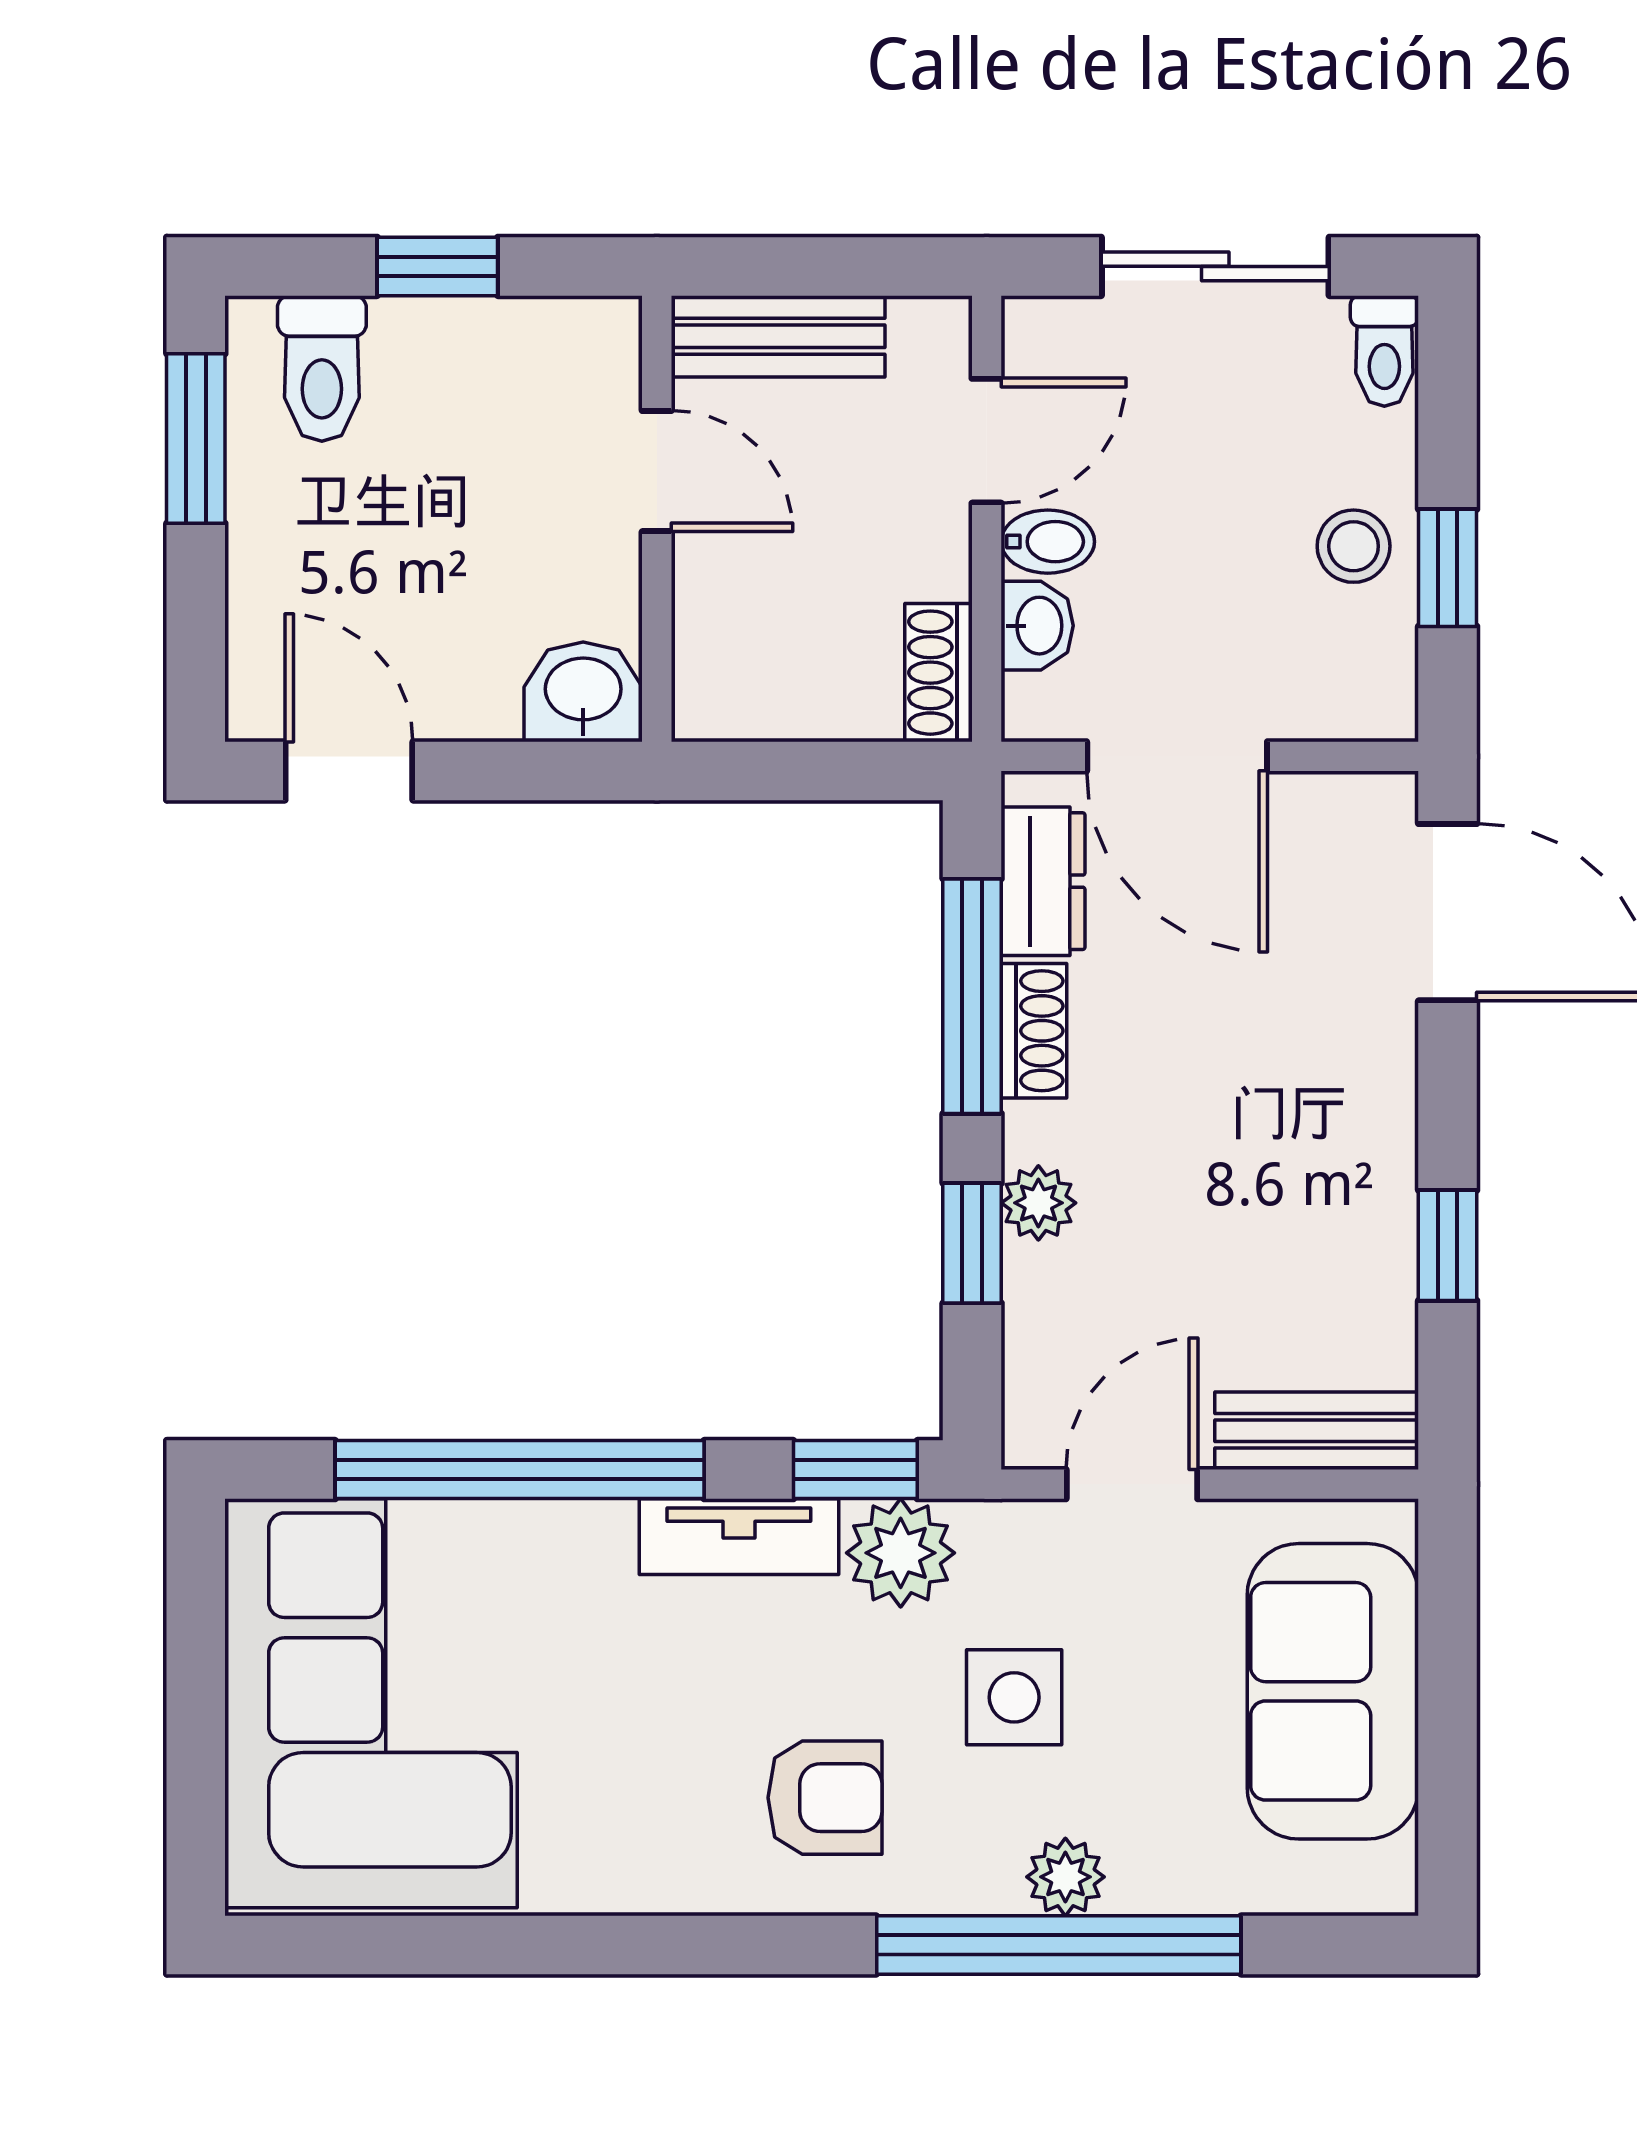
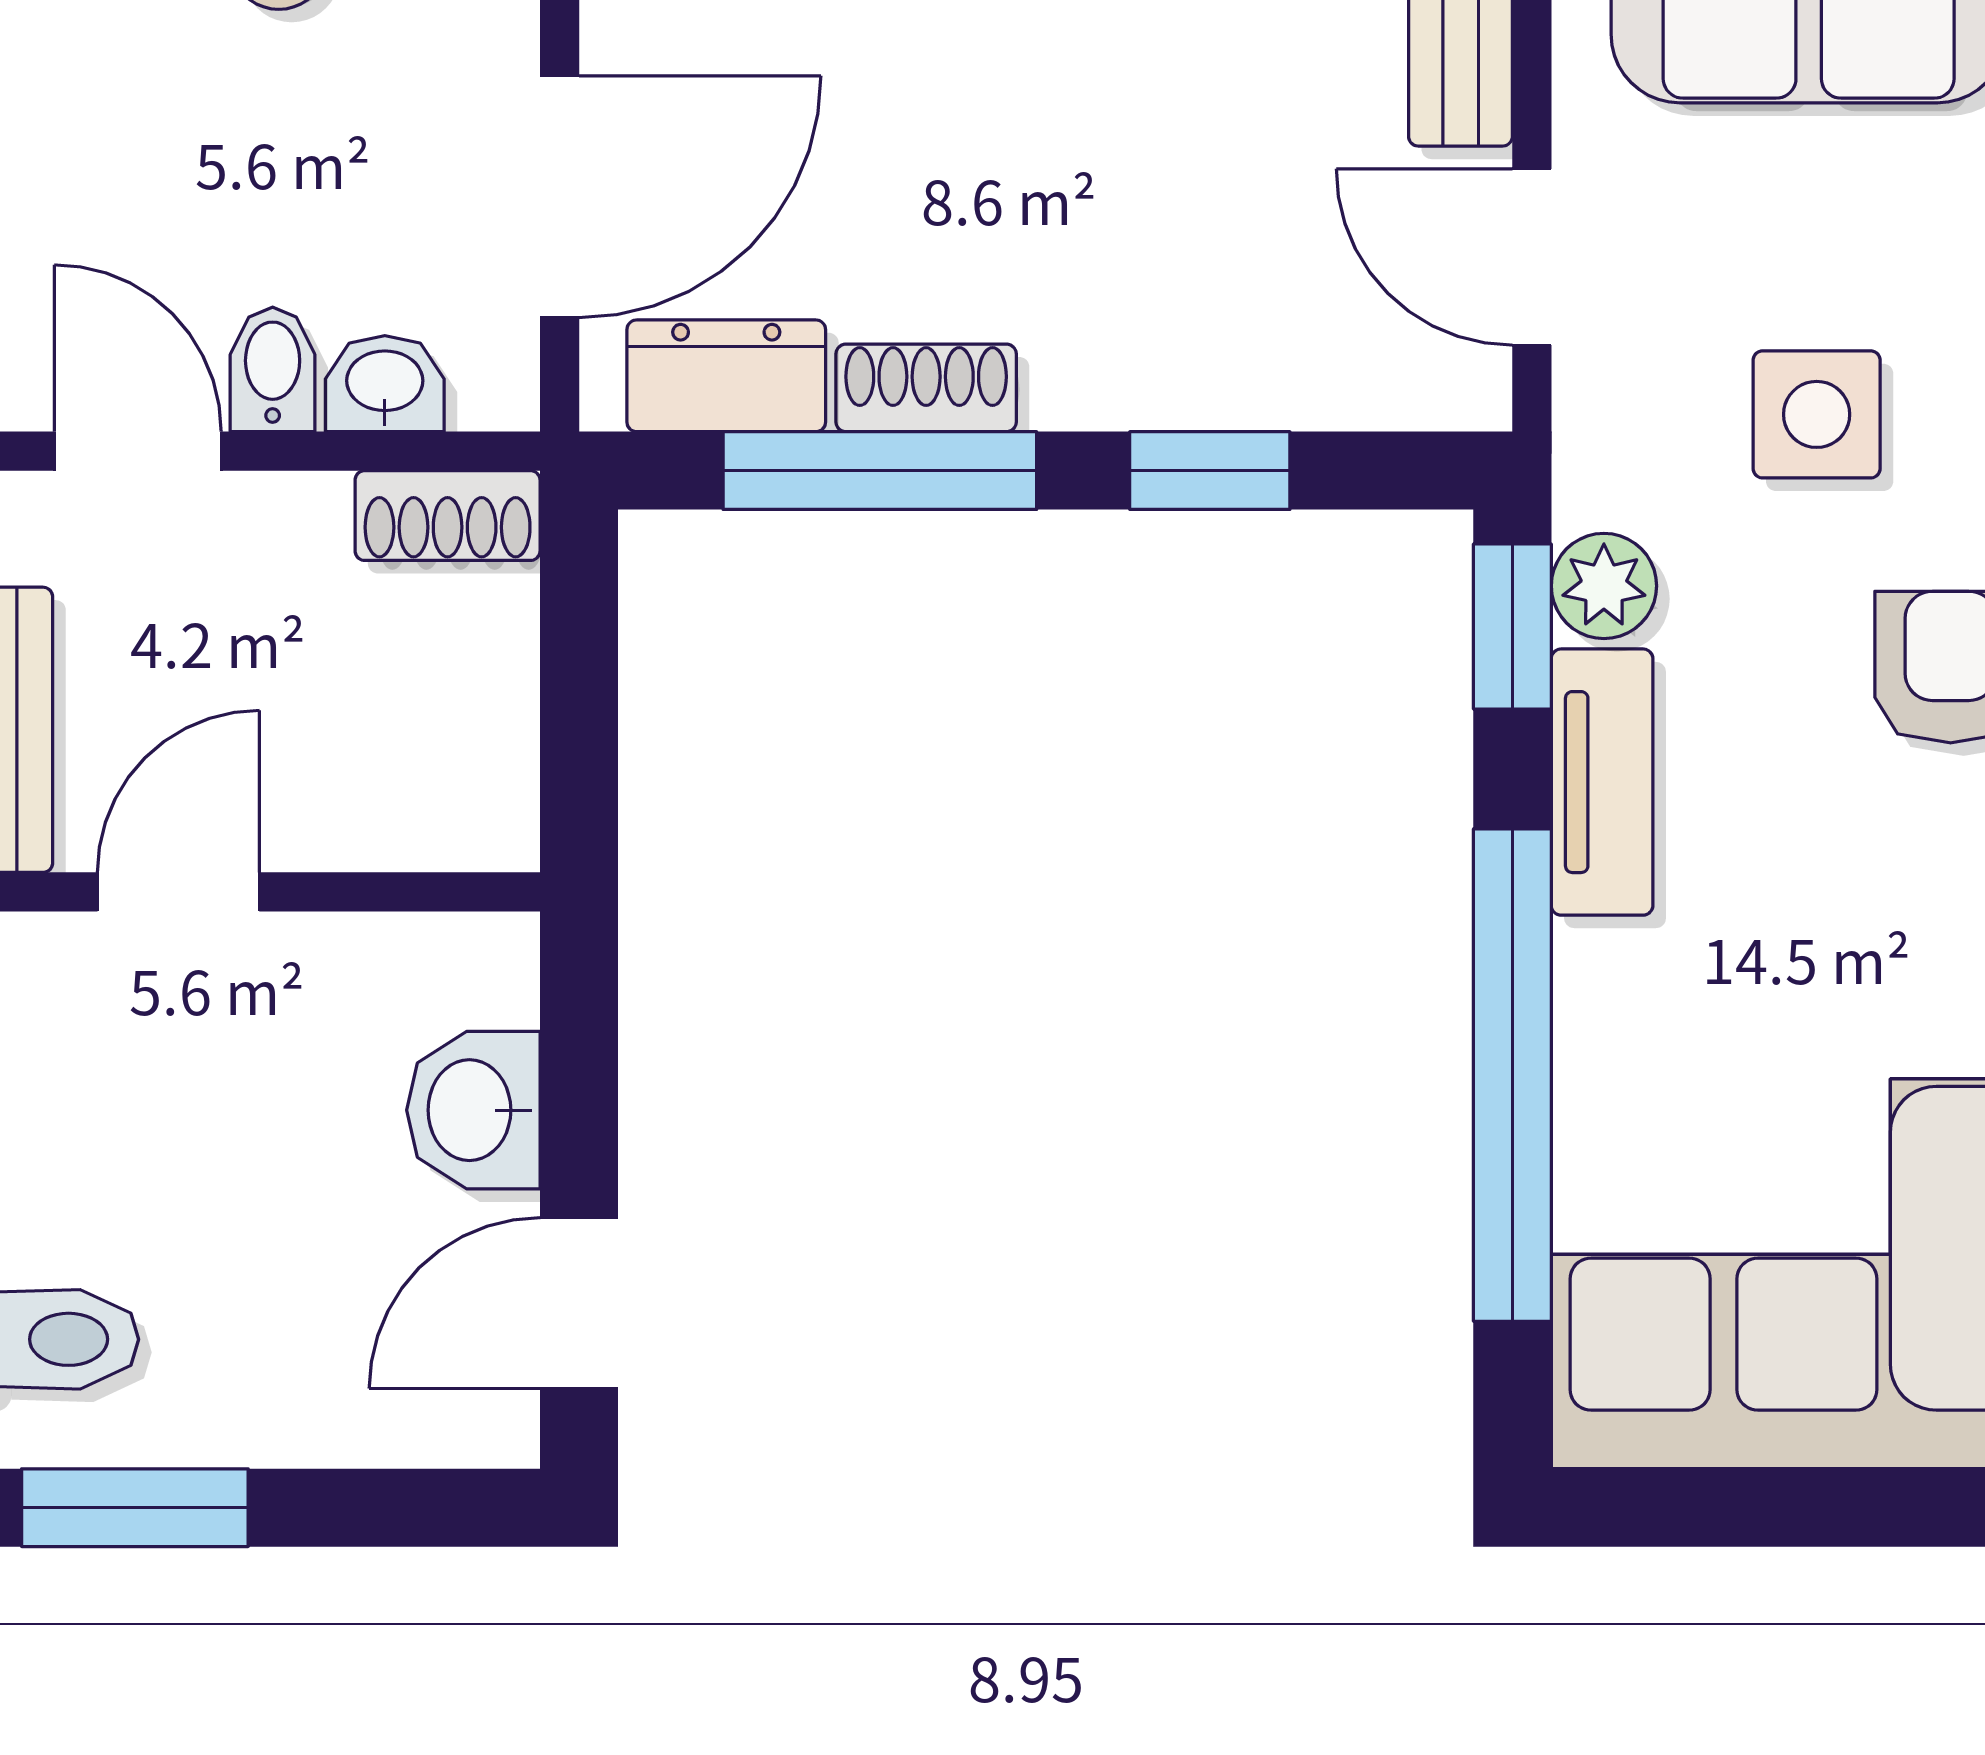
washbasin: (583, 692) -> (473, 1110), moved
plant: (1038, 1203) -> (1156, 382), removed
plant: (901, 1553) -> (1604, 586), width x0.73, depth x0.73

